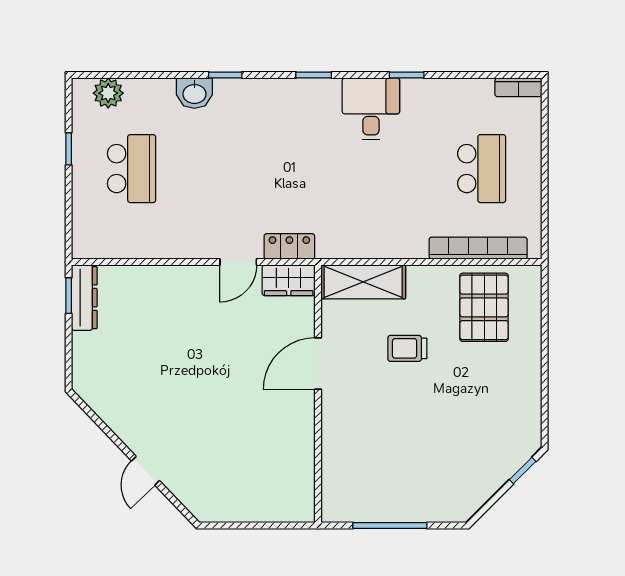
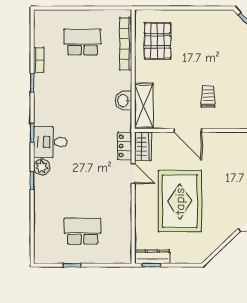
bookcase: (518, 87) -> (39, 60), moved
plant: (108, 93) -> (42, 167), moved
washbasin: (194, 93) -> (123, 101), moved, turned 180
desk: (371, 109) -> (50, 142), moved
pallet: (484, 307) -> (158, 41), turned 90
trolley: (407, 348) -> (208, 97), moved, turned 180
rug: (187, 349) -> (180, 201), added

